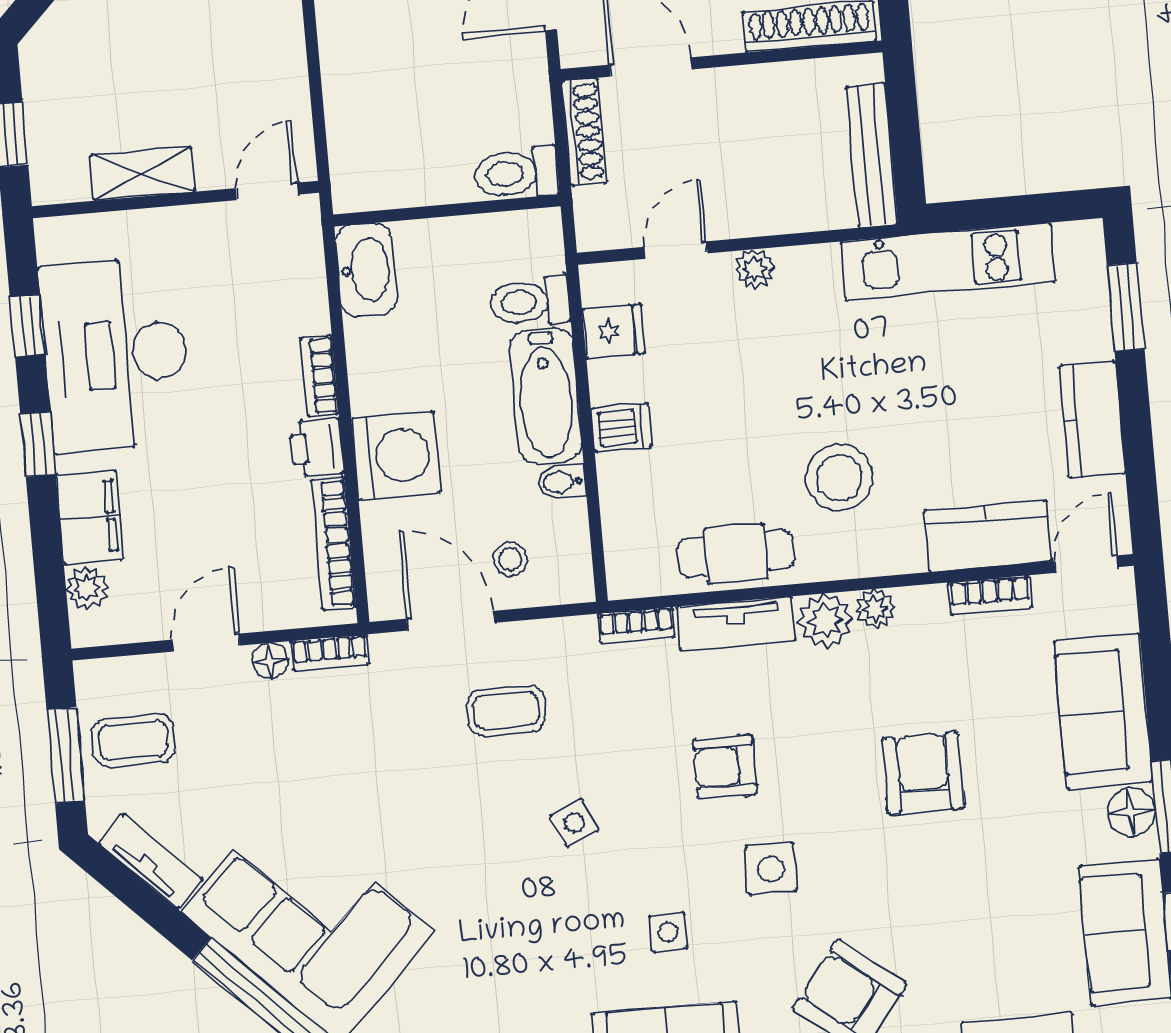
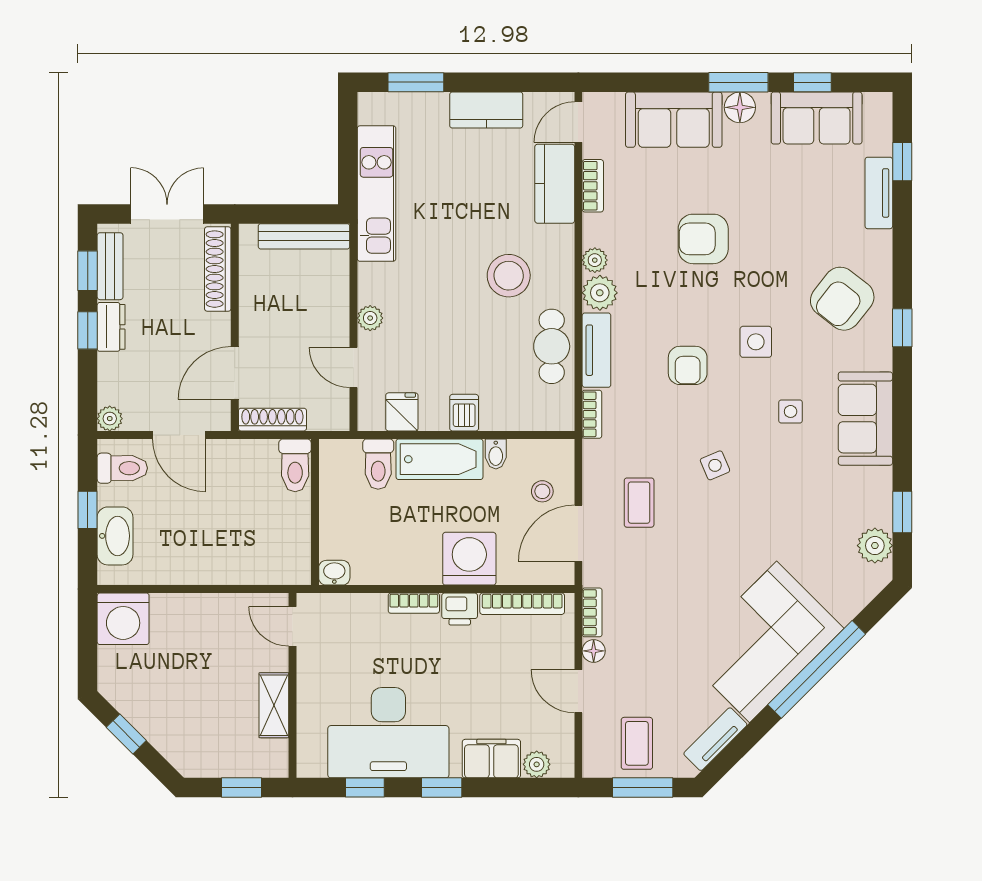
washbasin: (366, 270) -> (334, 573), width x0.52, depth x0.69
door: (1086, 564) -> (578, 122), hinge flipped

